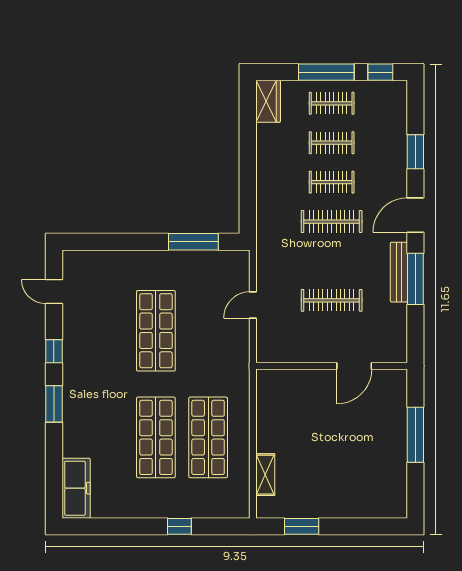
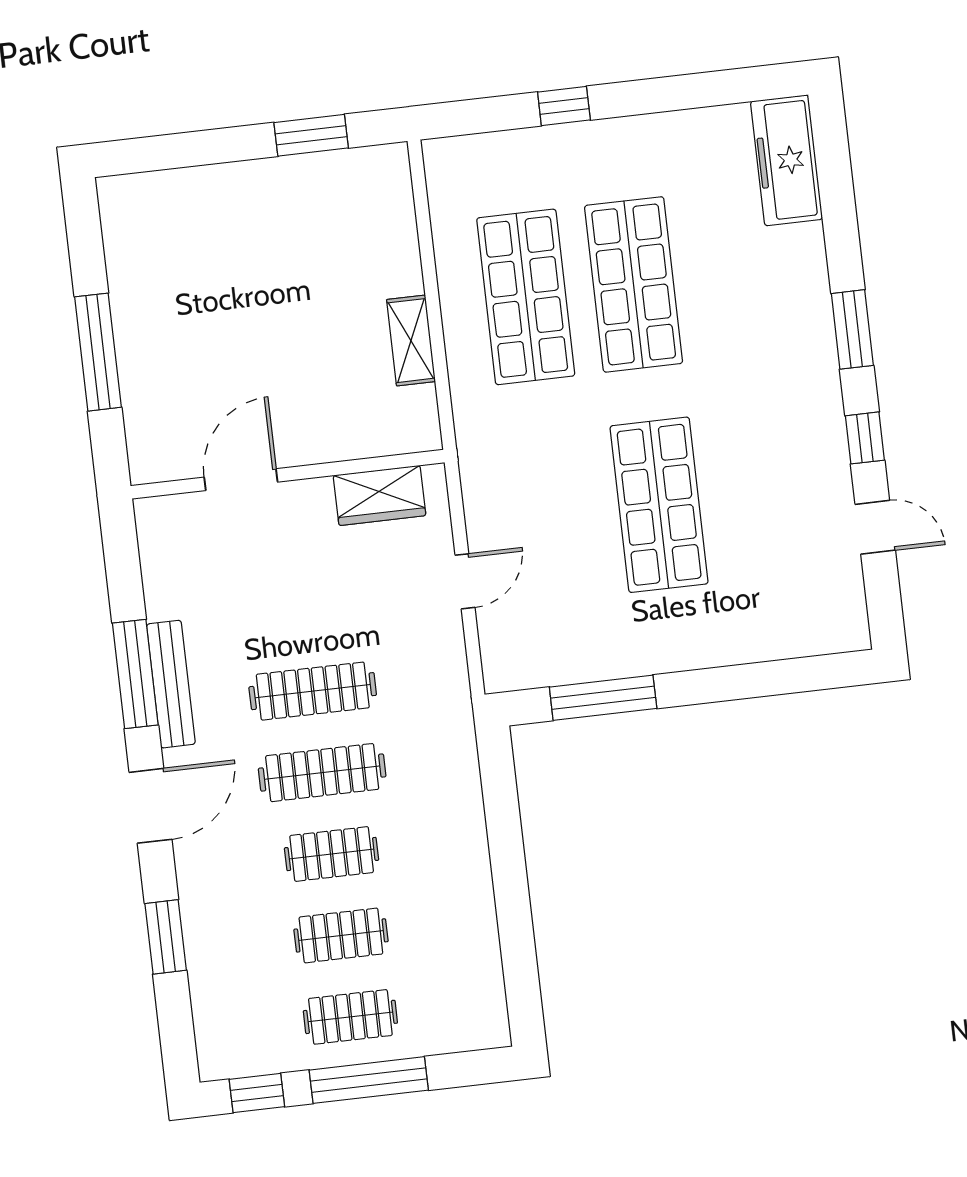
wardrobe: (268, 101) -> (380, 495), moved, turned -90
door: (54, 292) -> (875, 527), moved
clothes rail: (332, 300) -> (313, 691), moved
shelving: (265, 475) -> (411, 341), moved

